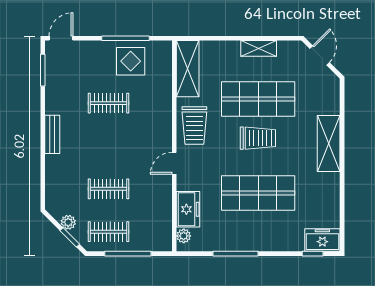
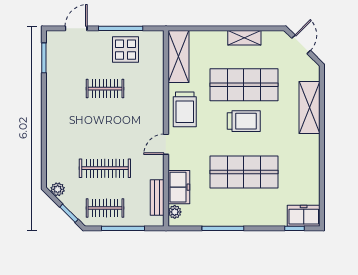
door: (61, 38) -> (76, 28), moved
bench: (52, 134) -> (157, 197), moved
shelving: (329, 143) -> (309, 107), moved
clothes rail: (108, 189) -> (105, 168), width x1.36
plant: (68, 222) -> (58, 189), moved

